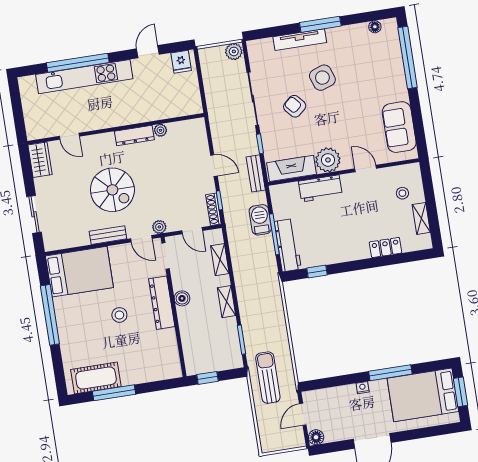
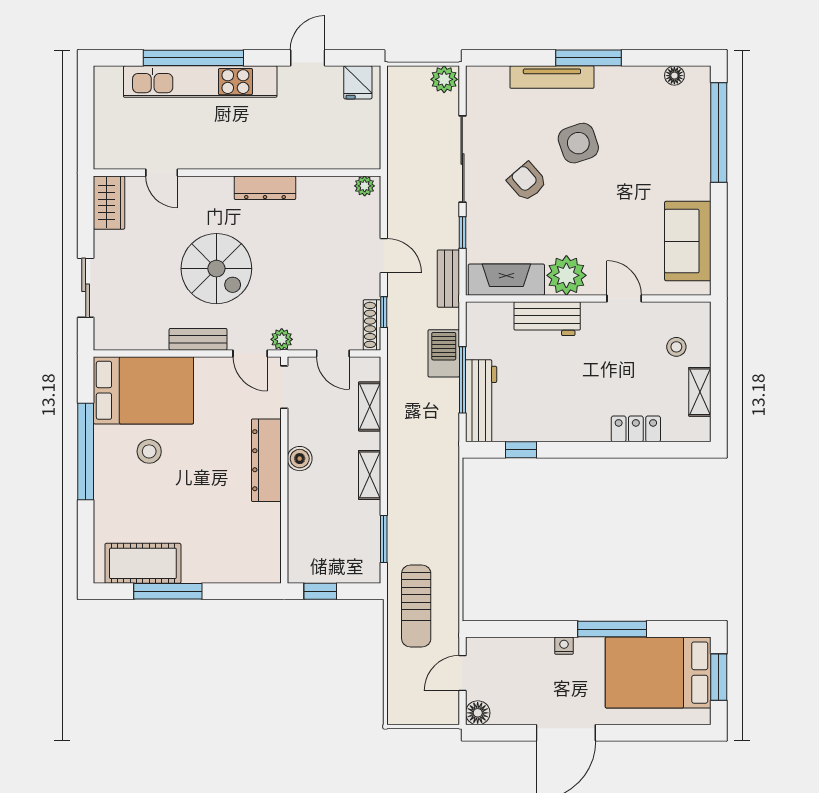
plant: (160, 130) -> (365, 186), moved
stool: (119, 315) -> (149, 451), moved
sun lounger: (268, 378) -> (416, 606), turned 180

